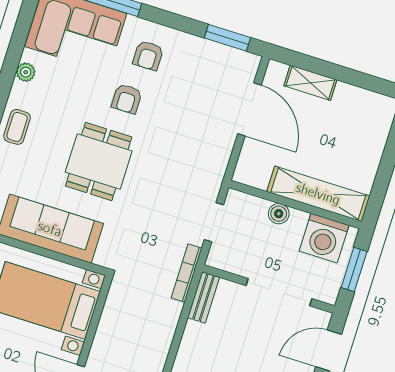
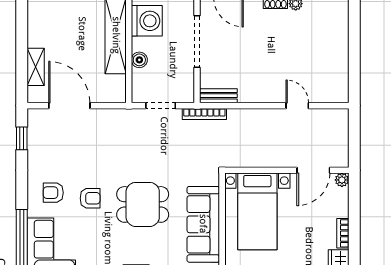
window: (227, 38) -> (22, 138), width x0.67
armchair: (148, 55) -> (53, 193), turned 180
door: (249, 109) -> (69, 106), hinge flipped

